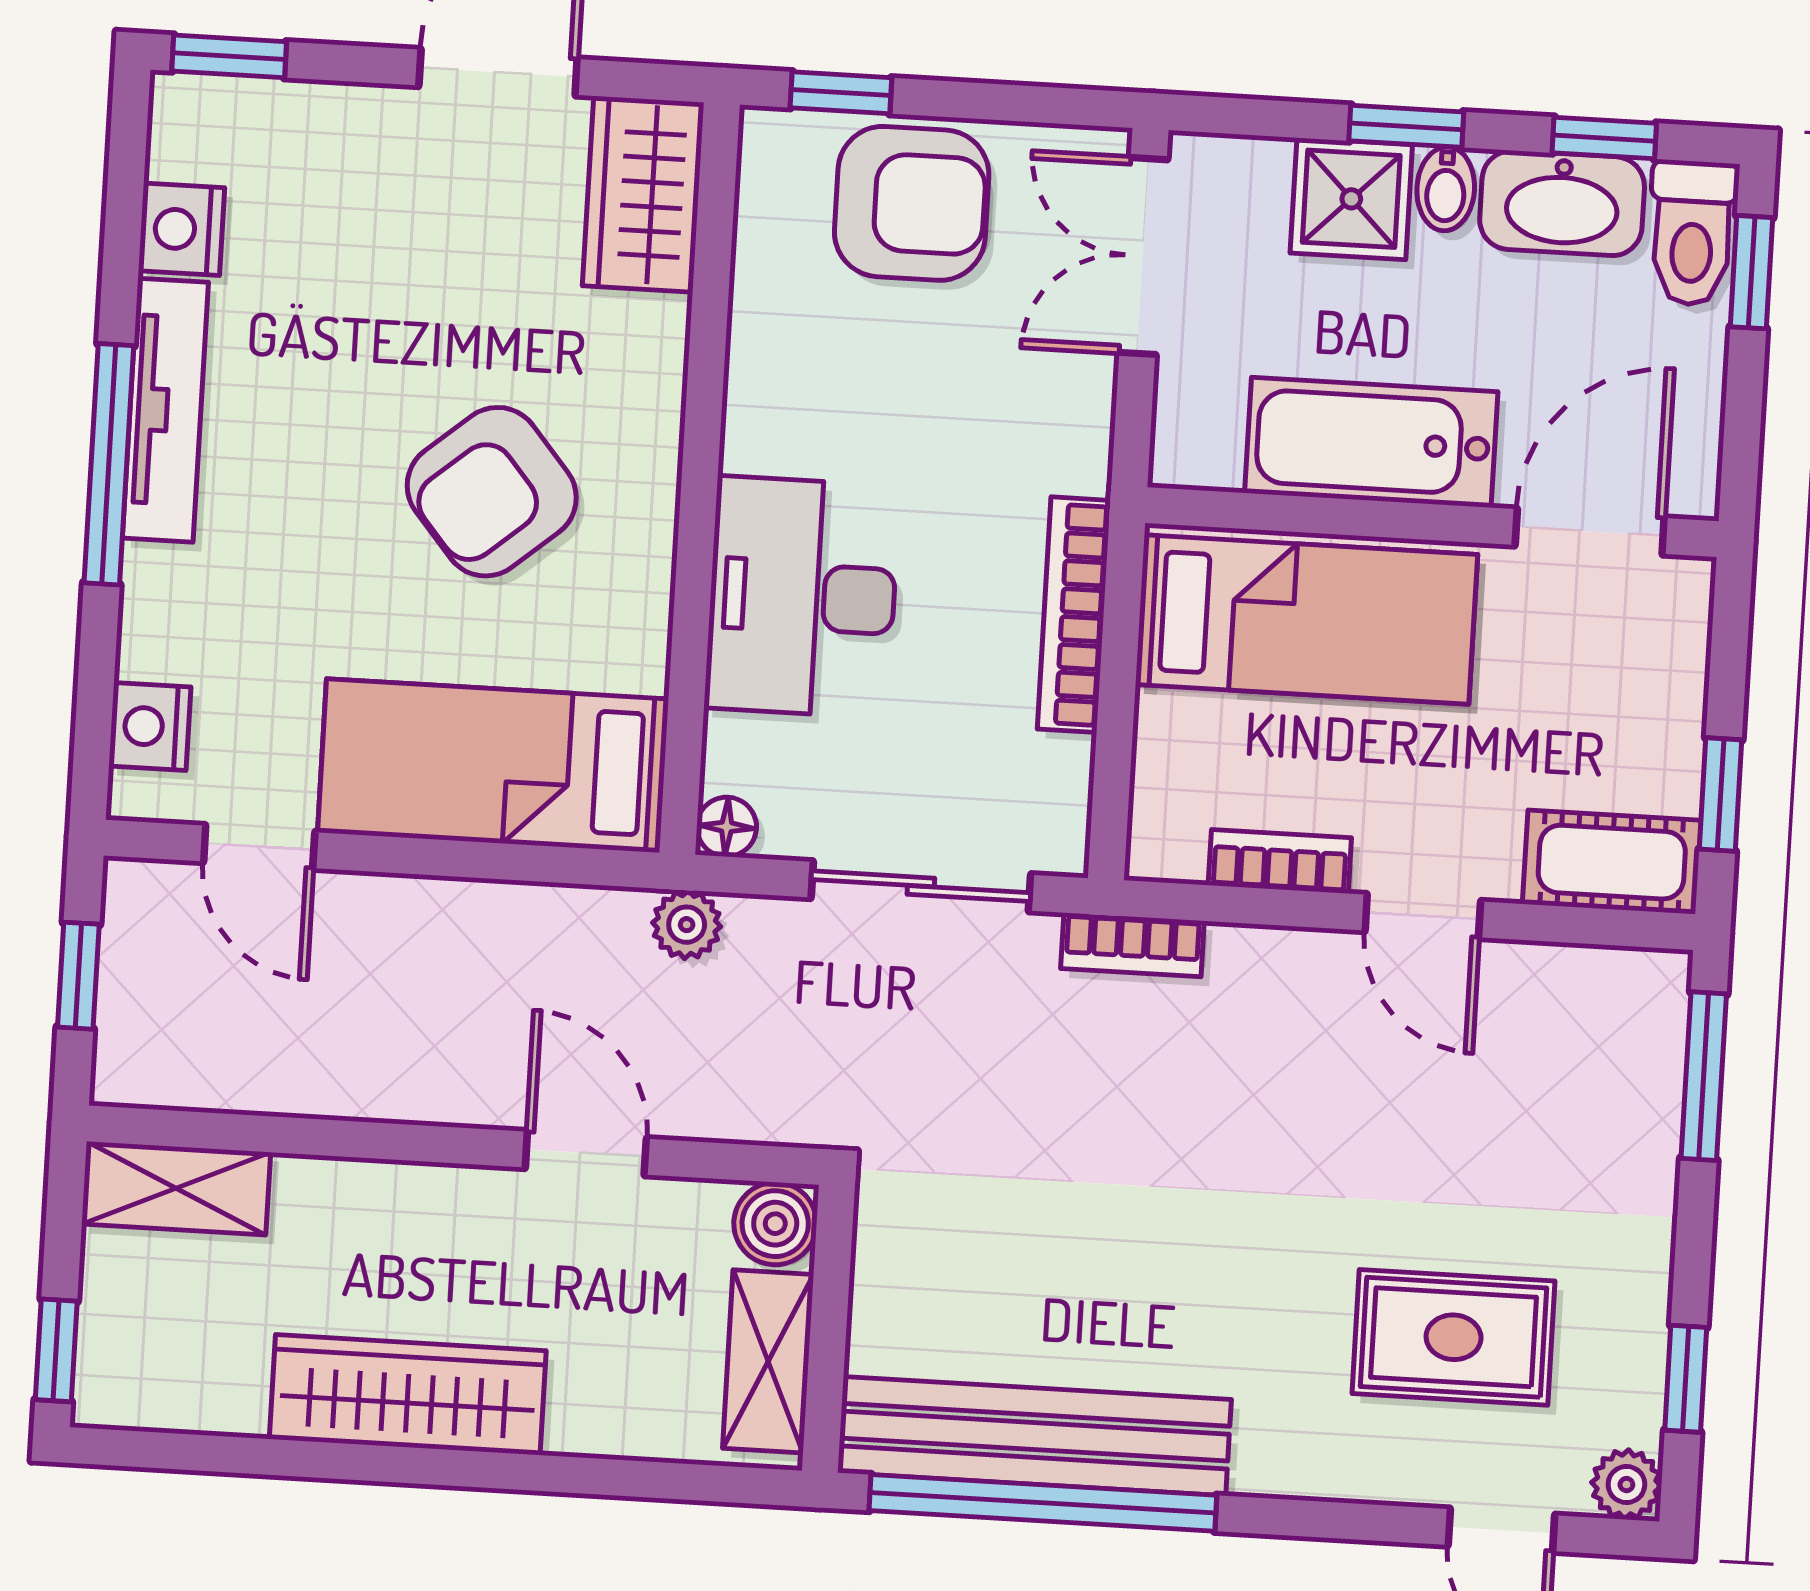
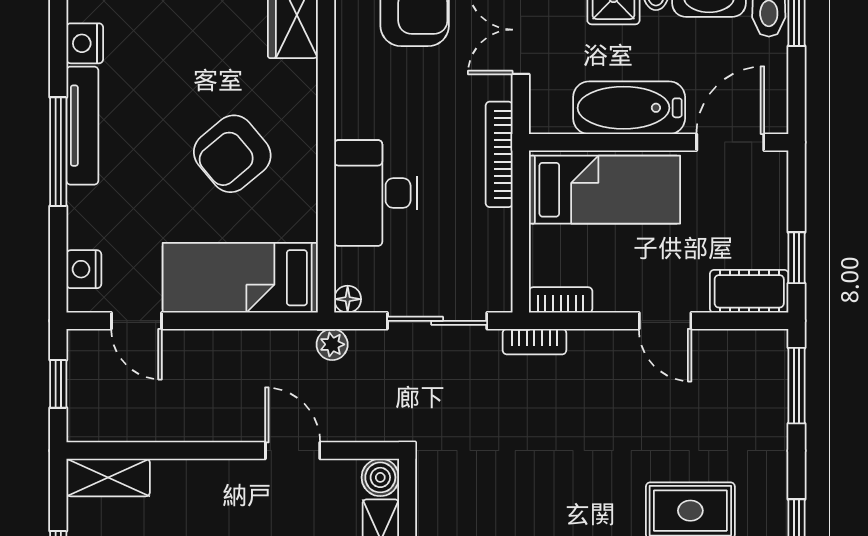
bookcase: (1074, 615) -> (499, 154), moved
bookcase: (1280, 861) -> (561, 300), moved

